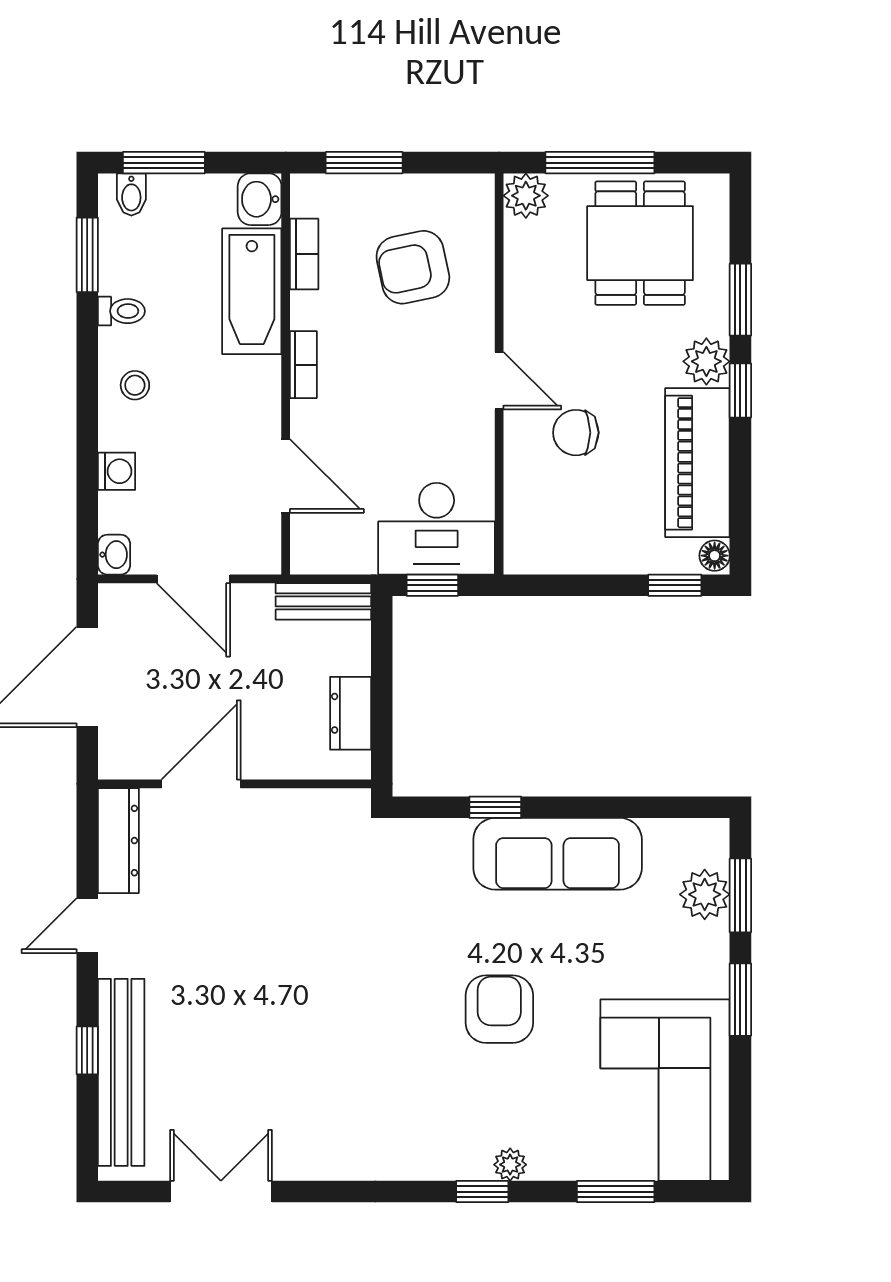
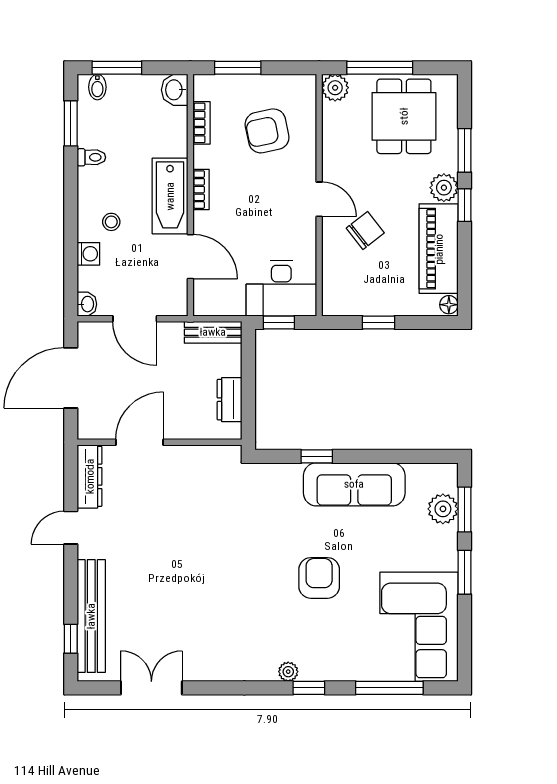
bathtub: (252, 291) -> (170, 196), moved
stool: (135, 385) -> (111, 222), moved
chair: (576, 433) -> (365, 231), turned 142
window: (675, 585) -> (378, 323), moved
window: (87, 1050) -> (71, 639), moved
plant: (510, 1165) -> (288, 672), moved
window: (616, 1192) -> (389, 688), width x1.44

